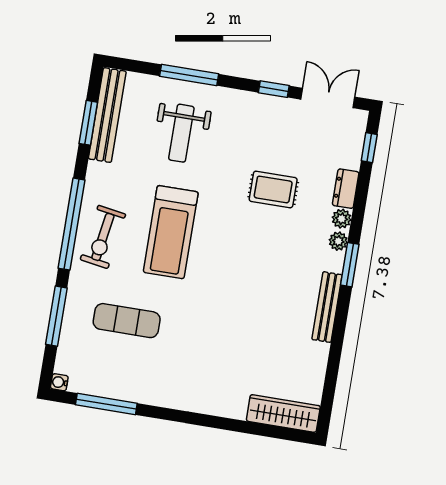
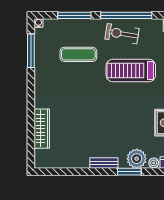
plant: (338, 241) -> (137, 159), width x1.88, depth x1.88
bench: (327, 307) -> (104, 163), width x0.73
exercise mat: (127, 321) -> (78, 54), turned 90
wardrobe: (283, 413) -> (42, 129), moved

